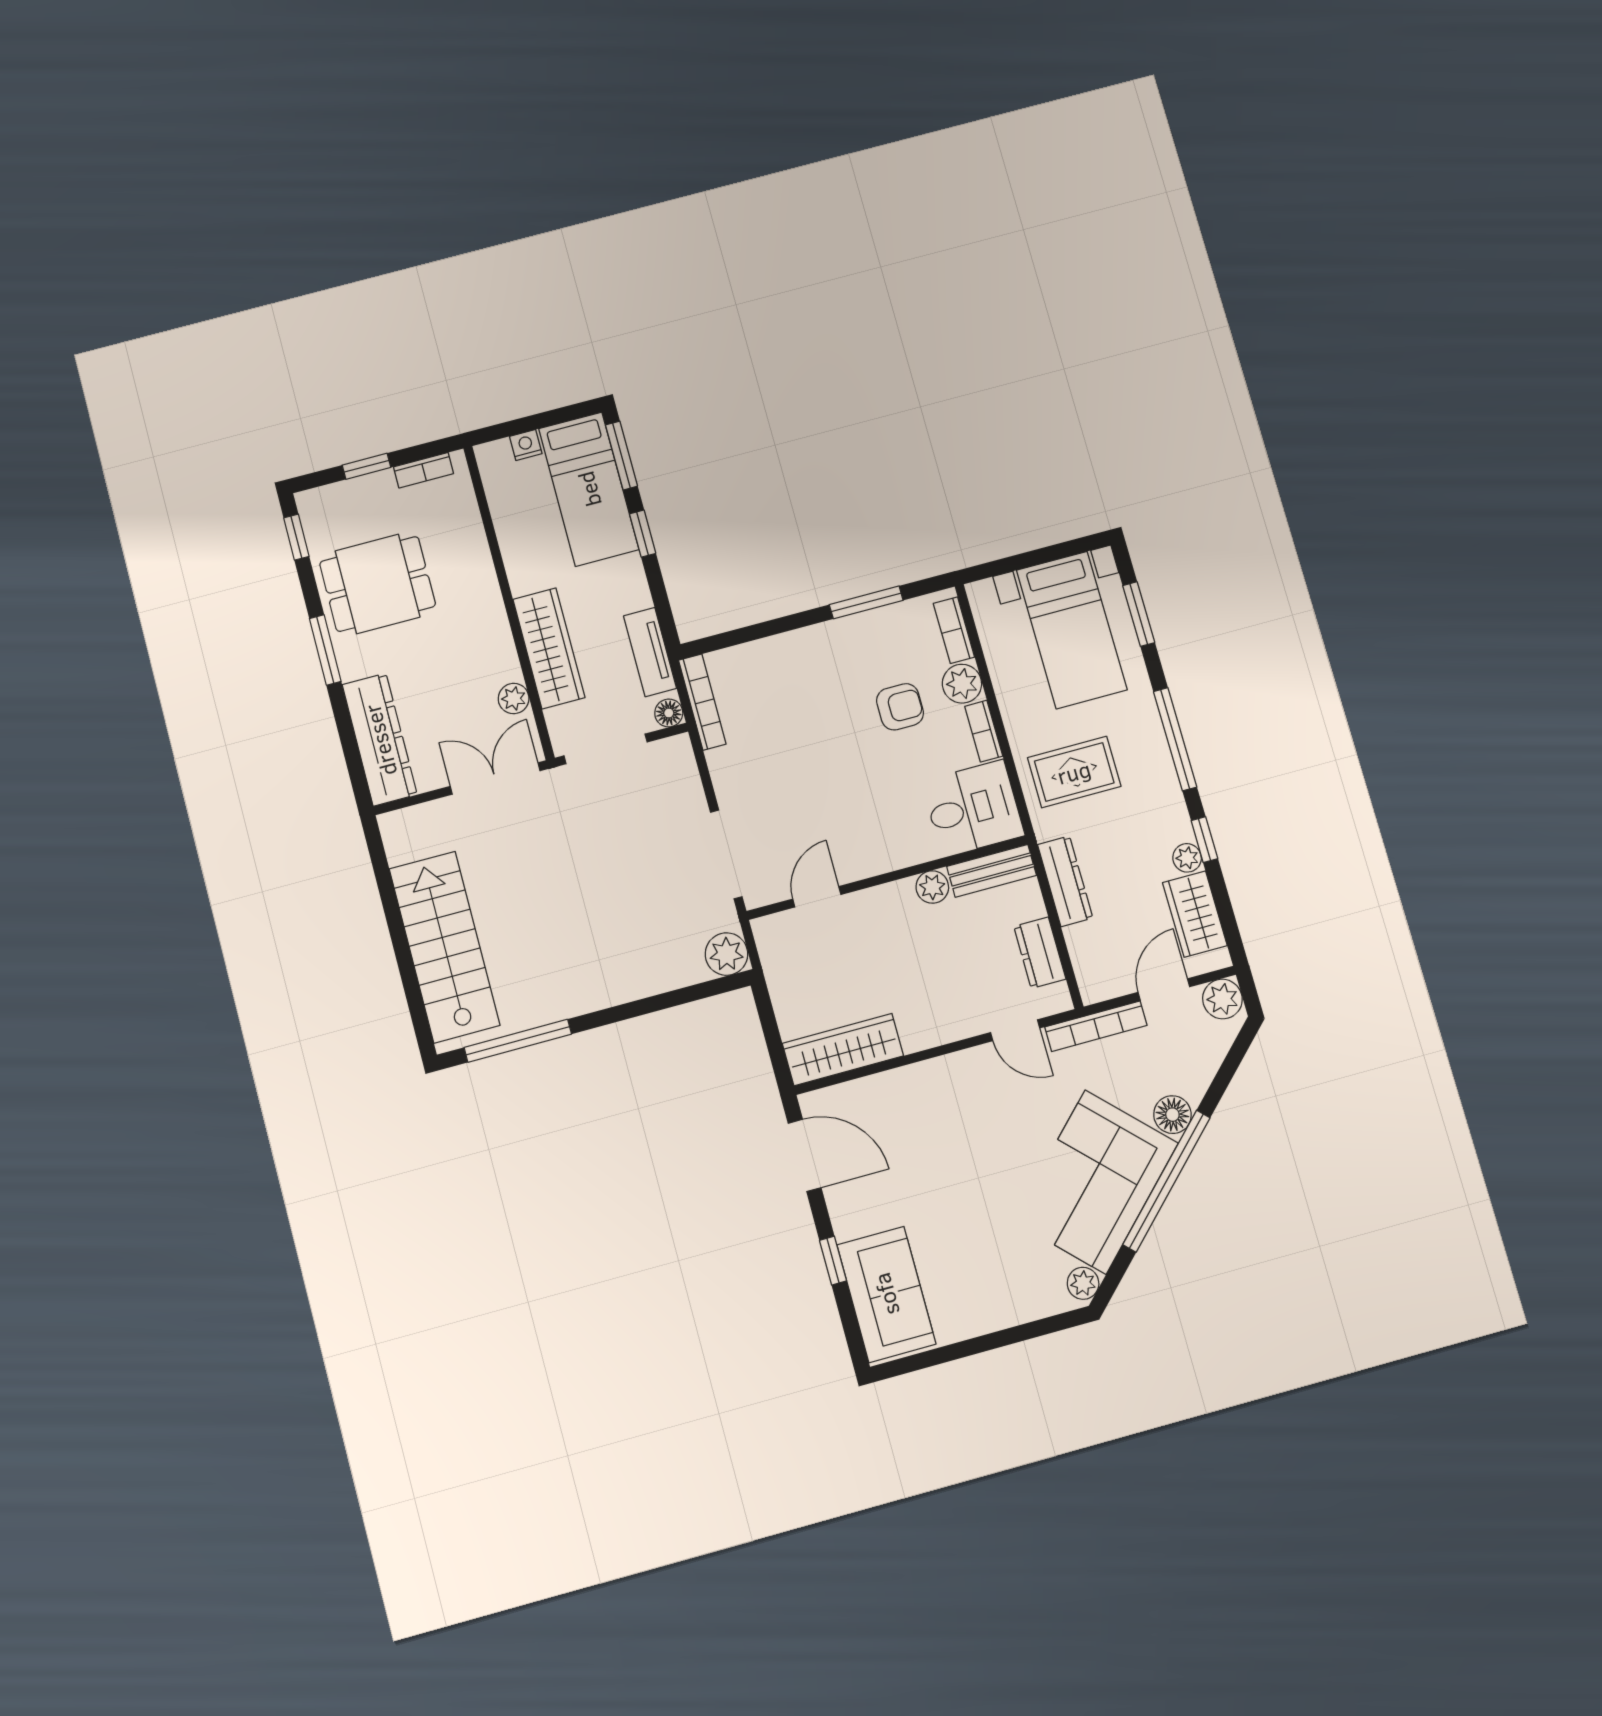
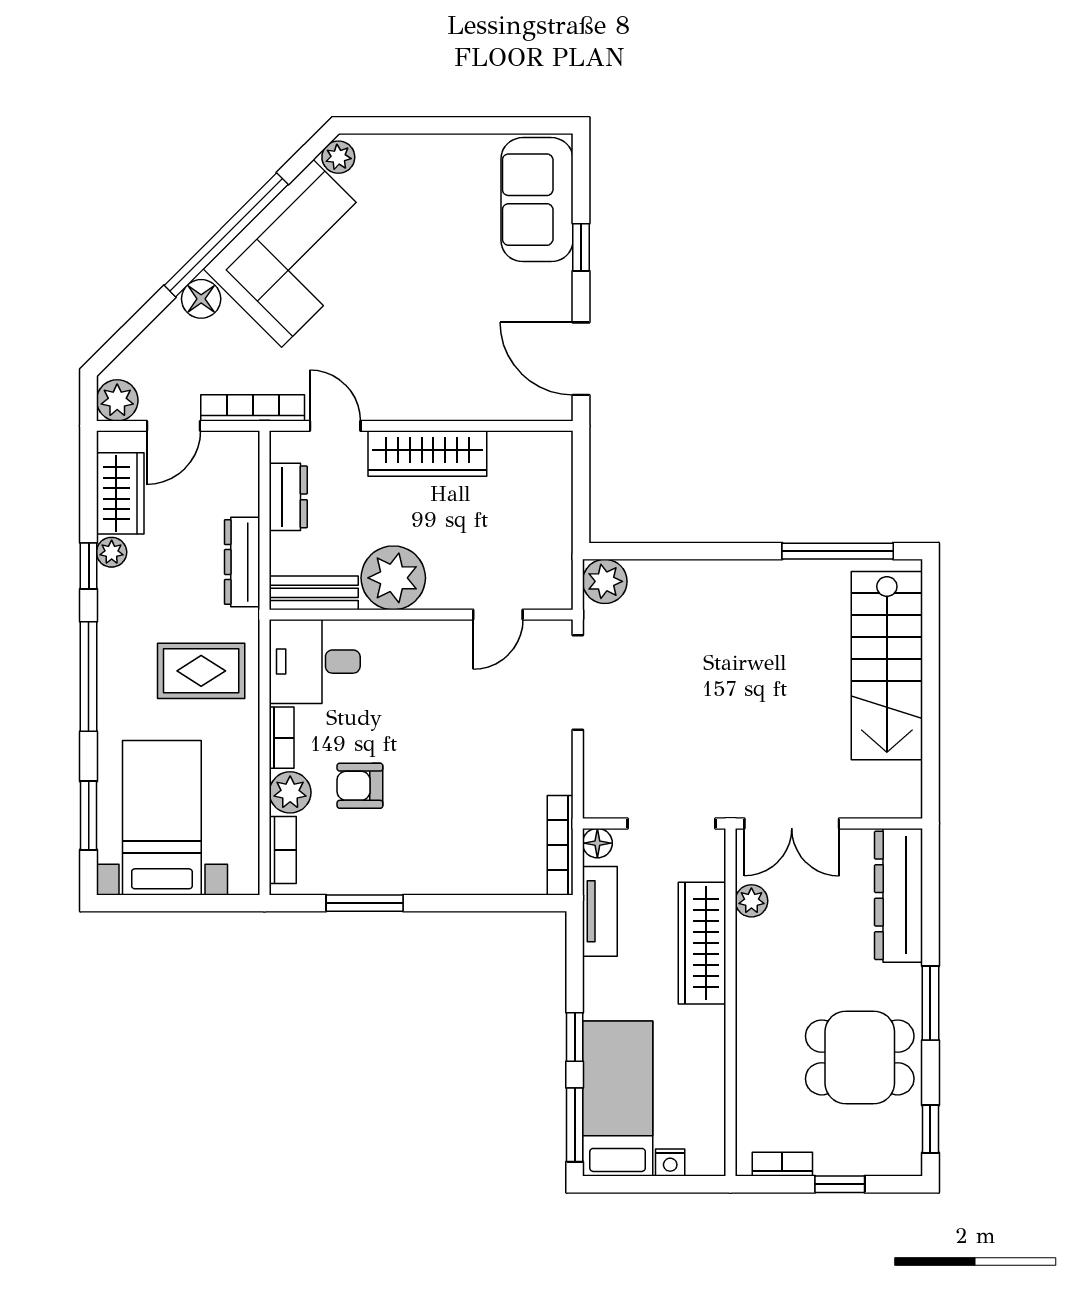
plant: (932, 887) -> (393, 578), width x1.88, depth x1.88
wardrobe: (843, 1050) -> (427, 454), moved

